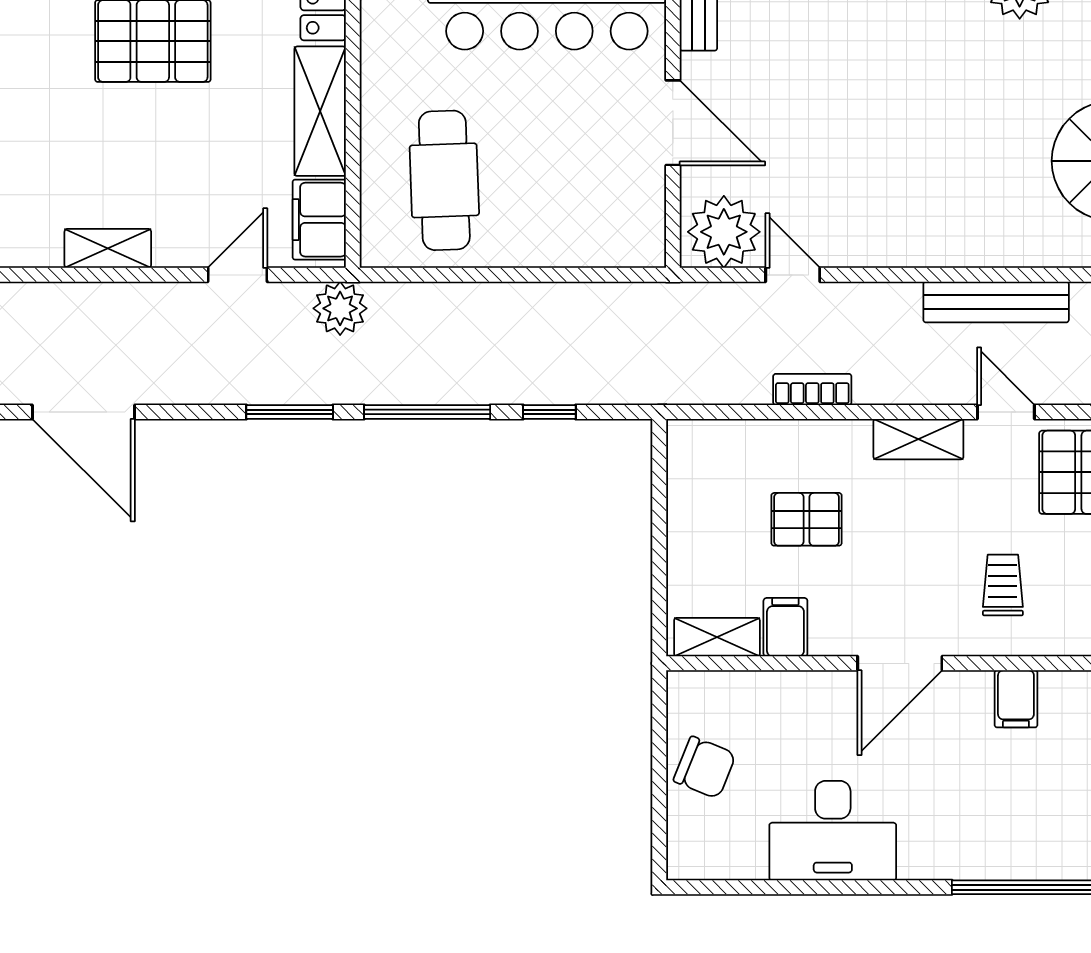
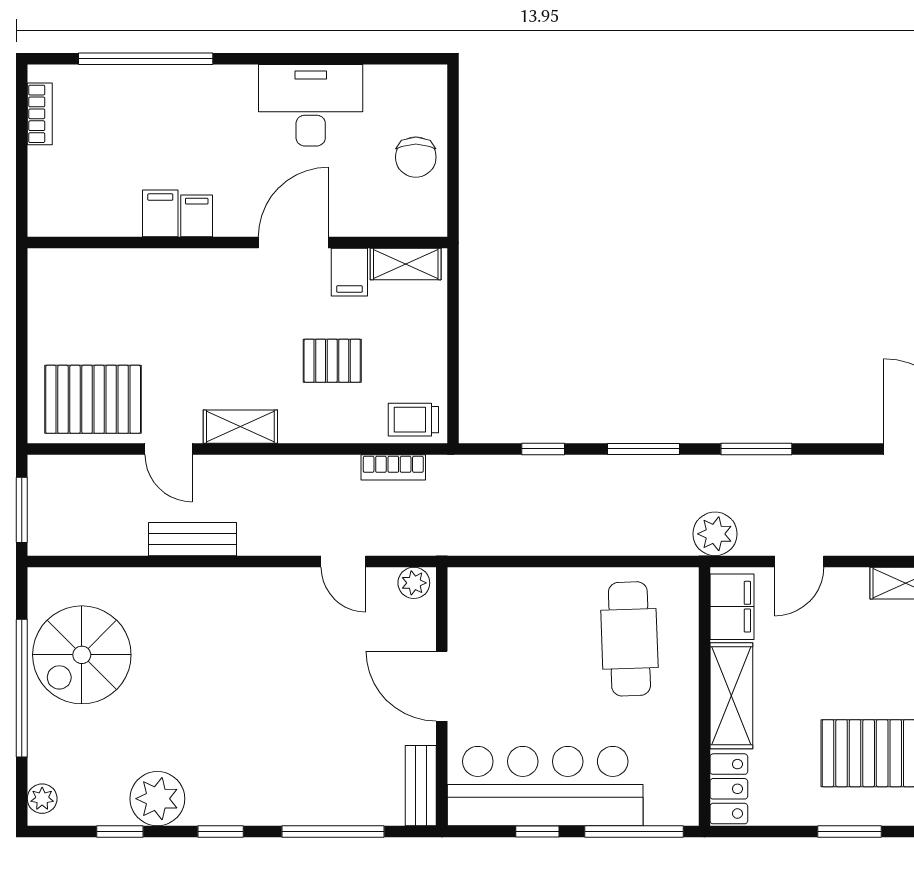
plant: (724, 232) -> (414, 583), width x0.53, depth x0.53
bench: (996, 302) -> (193, 539), width x0.73
bookcase: (812, 389) -> (393, 467), moved
window: (427, 412) -> (643, 449), width x0.69
trolley: (1003, 585) -> (413, 420), moved, turned 90
door: (900, 663) -> (293, 243), moved
filing cabinet: (972, 696) -> (197, 216), added
chair: (705, 767) -> (416, 157), turned -112

